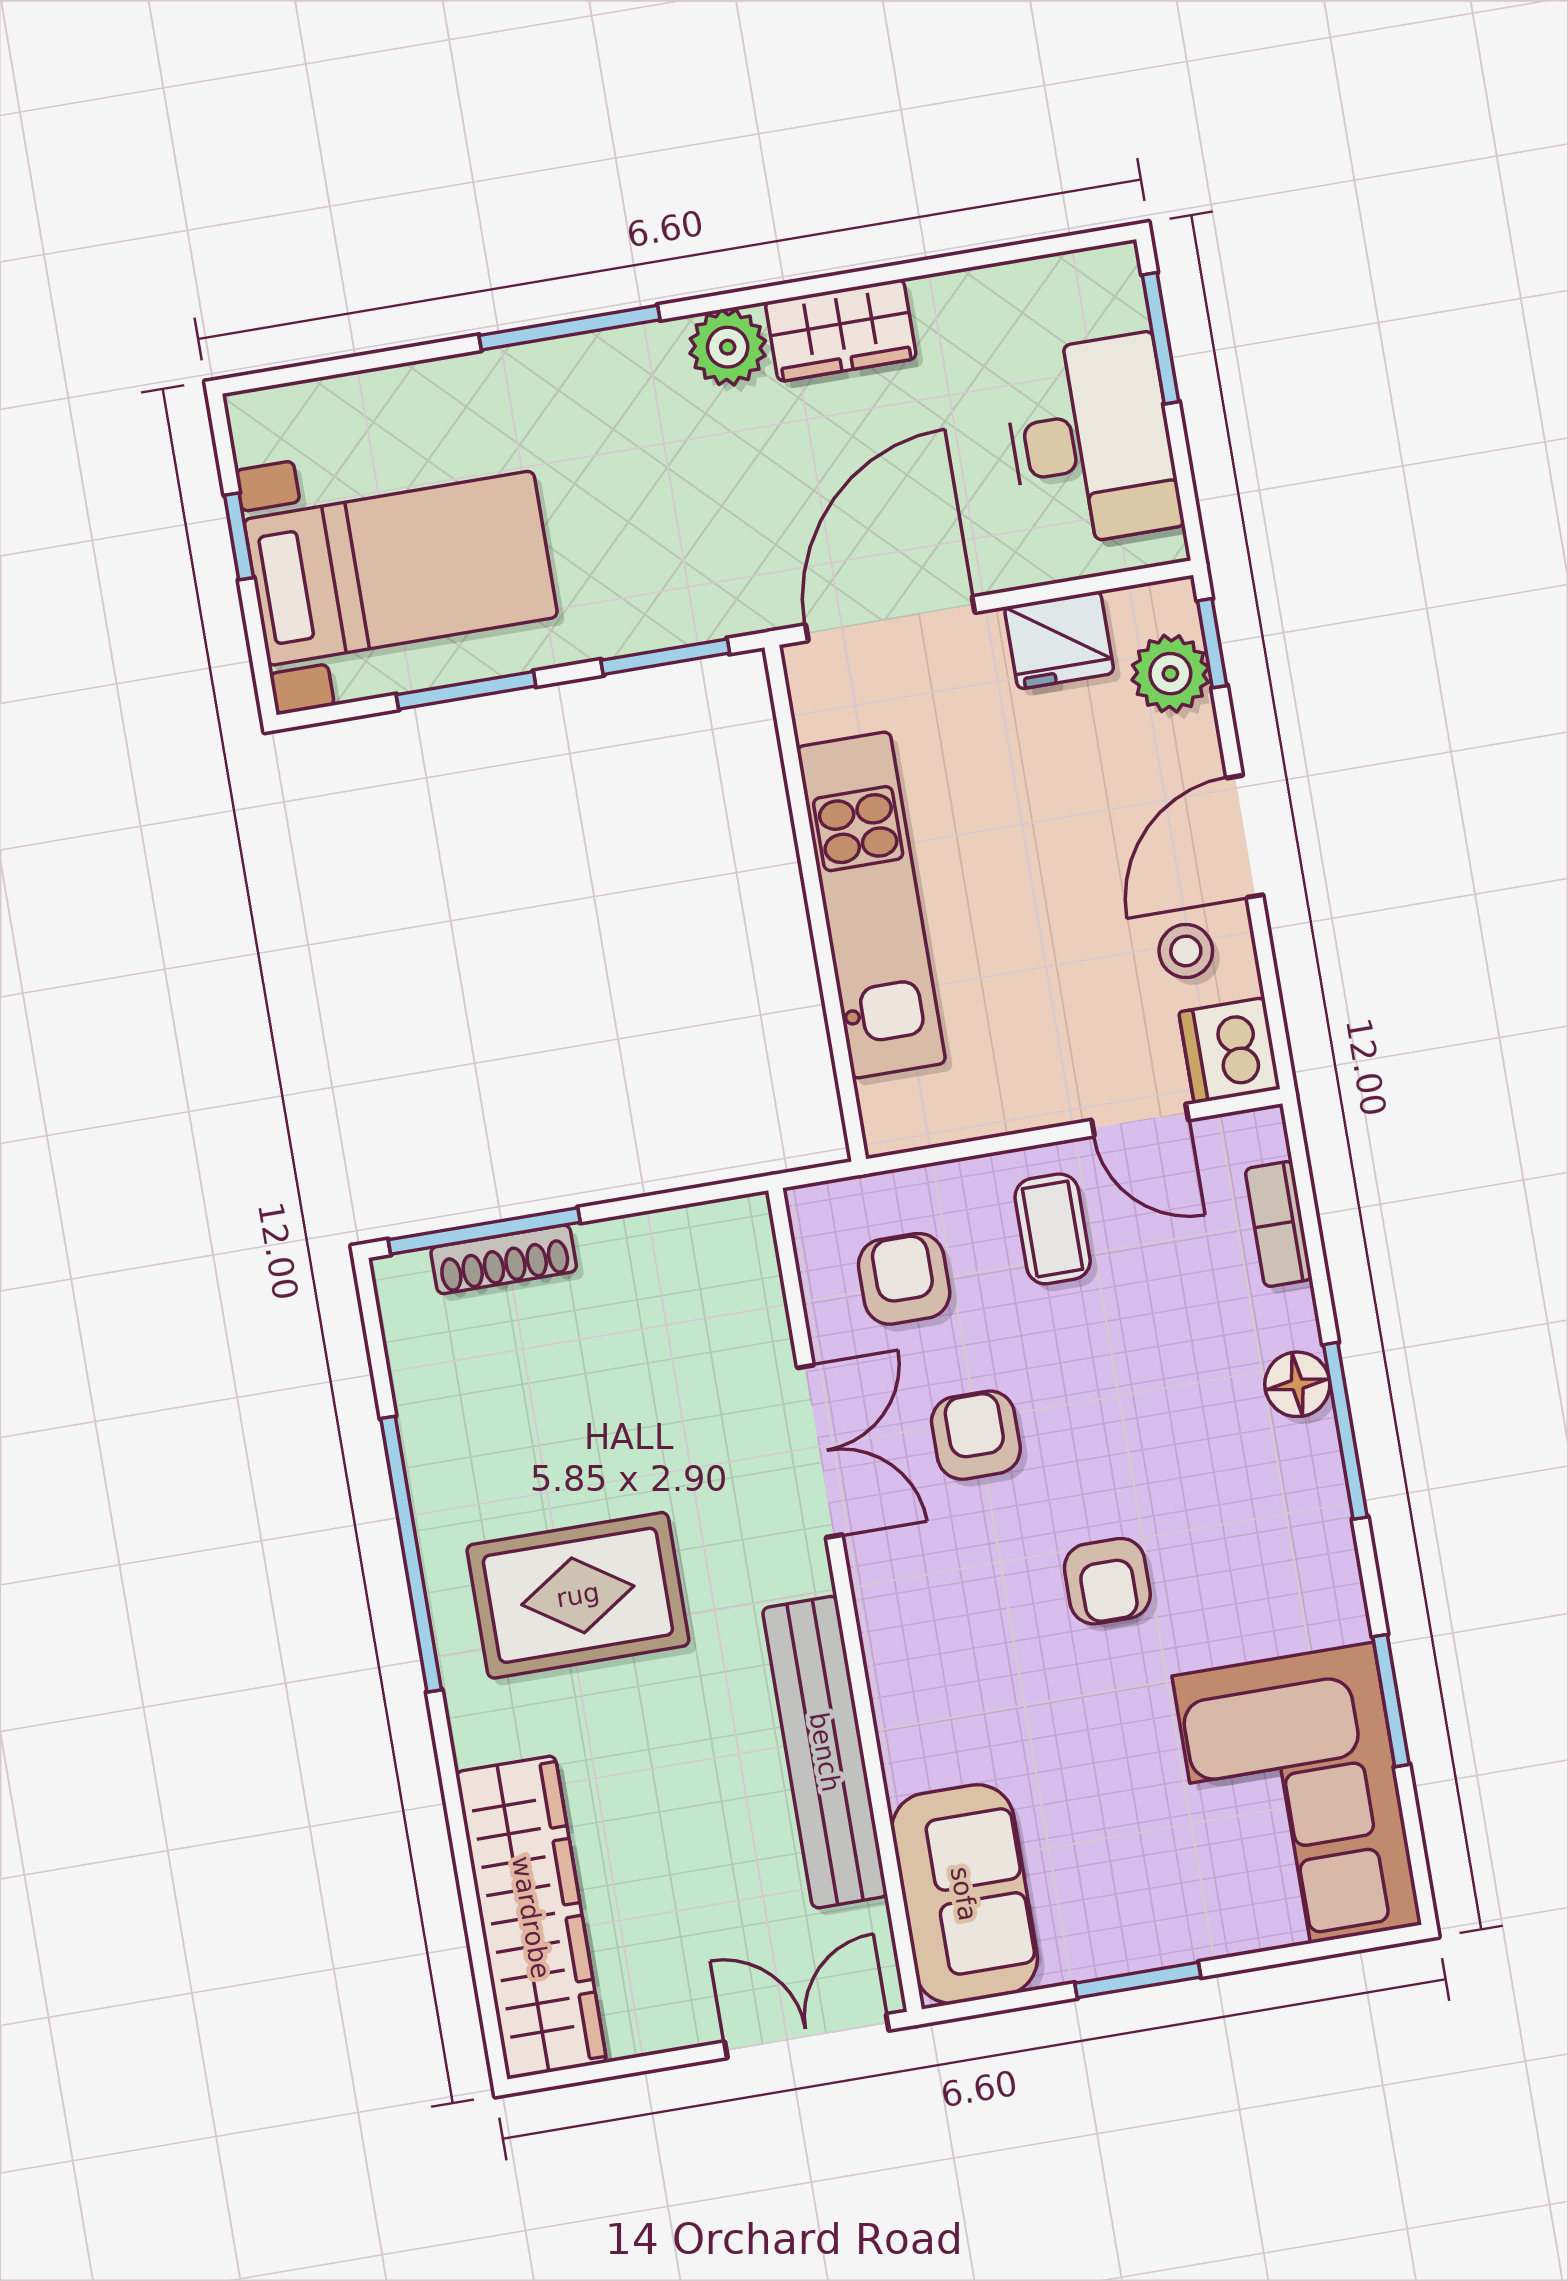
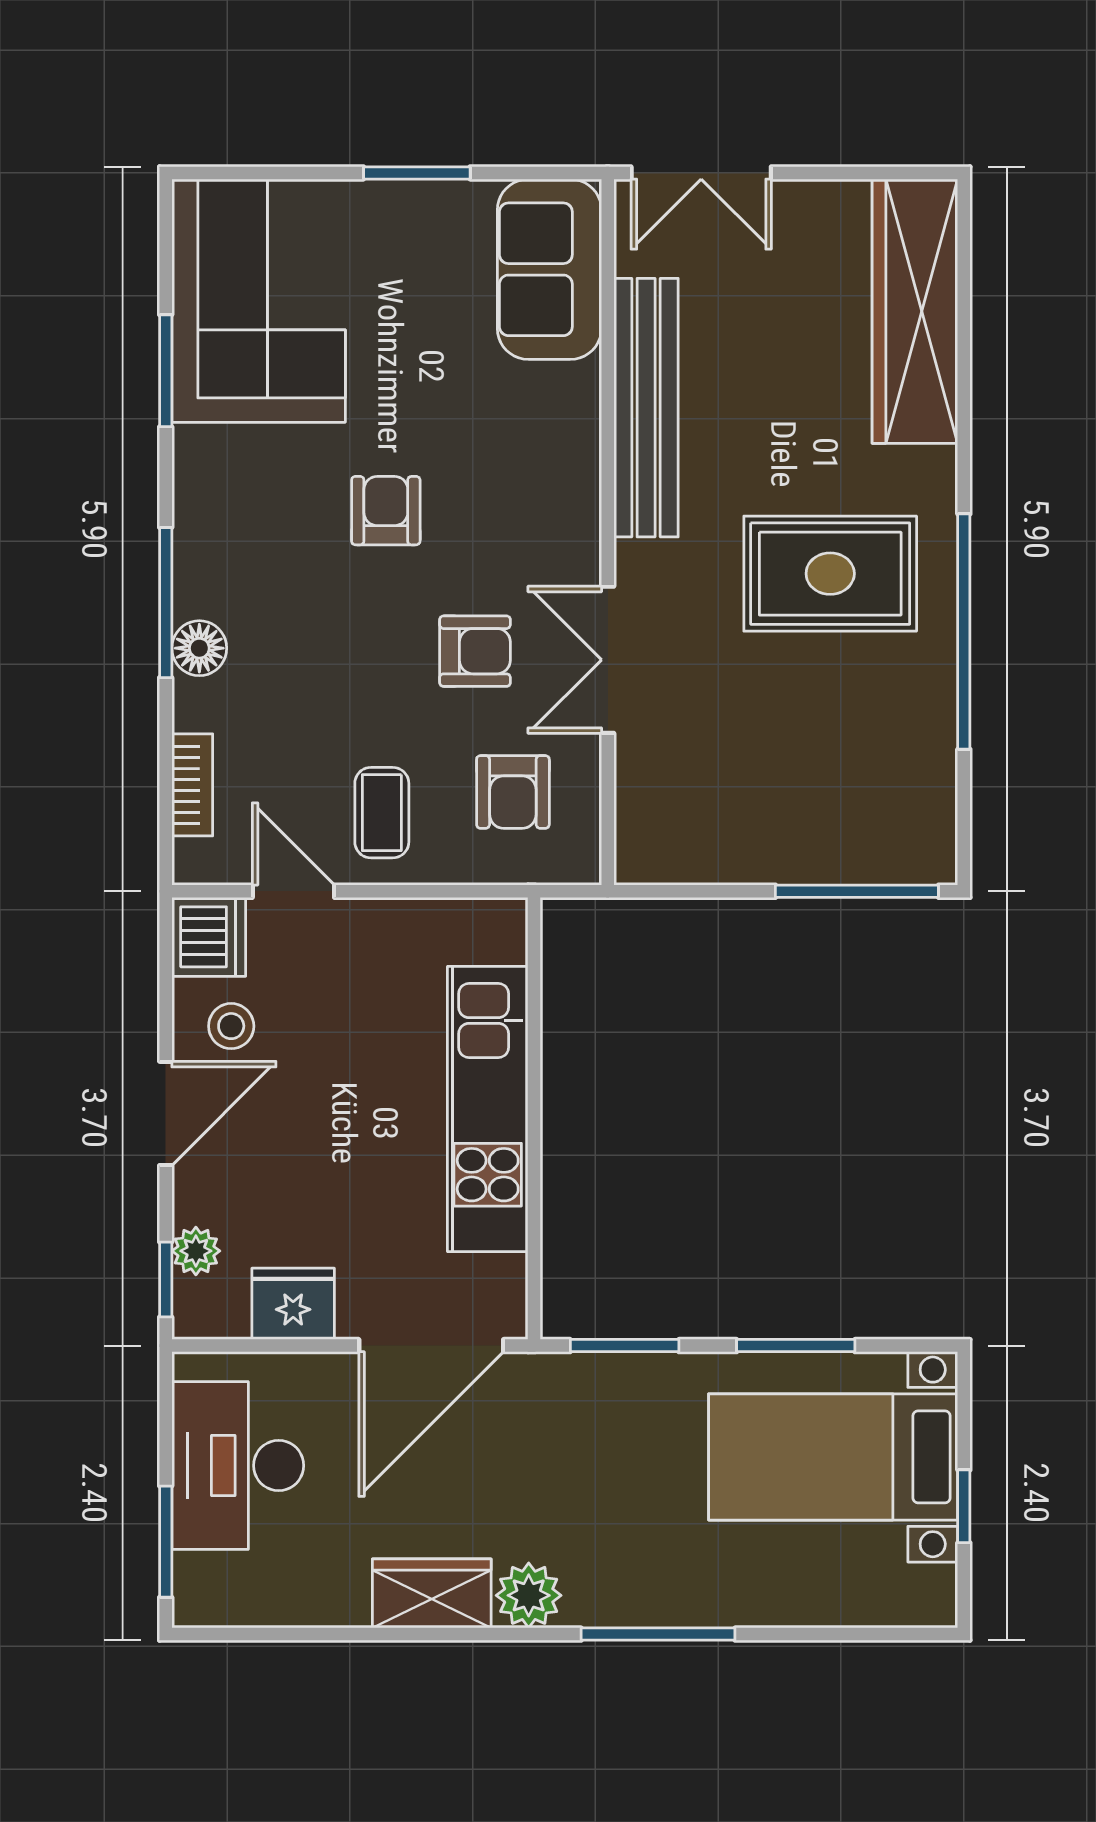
plant: (1170, 674) -> (196, 1251), width x0.73, depth x0.73
shoe rack: (504, 1259) -> (845, 865), removed
armchair: (976, 1435) -> (475, 651), turned -90

